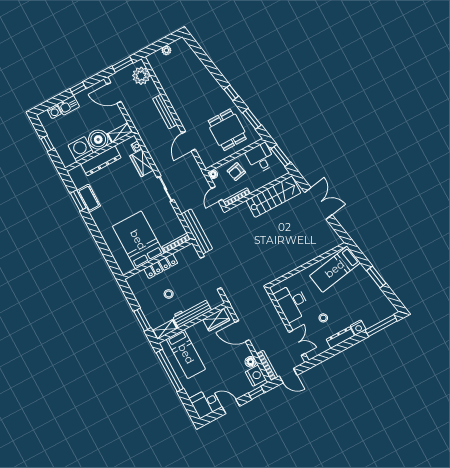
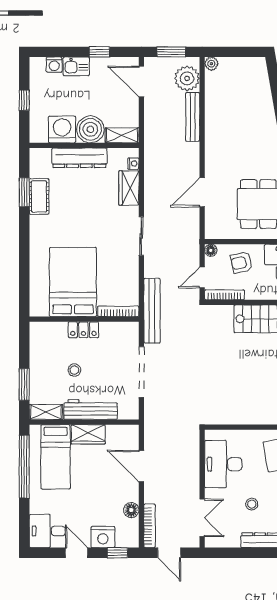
plant: (166, 50) -> (211, 64), moved
bench: (165, 112) -> (193, 117), moved
locker: (161, 266) -> (83, 330), width x0.66
wardrobe: (216, 320) -> (88, 434), moved
nightstand: (256, 376) -> (103, 537), moved, turned 90

